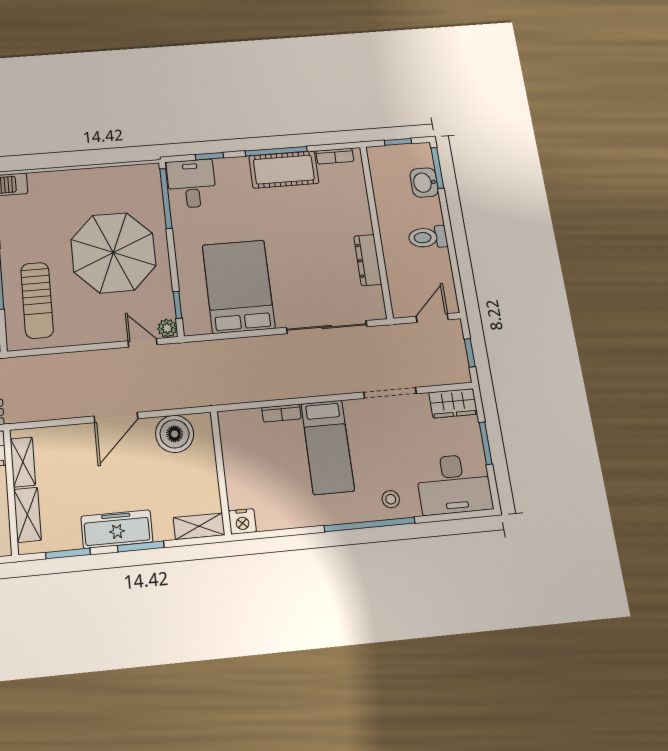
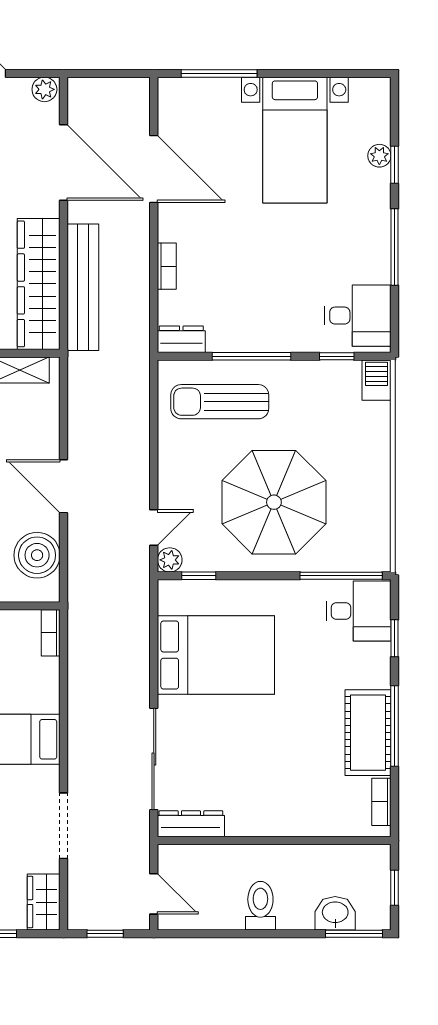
dresser: (368, 260) -> (191, 824), moved
bookcase: (281, 413) -> (51, 633), moved

